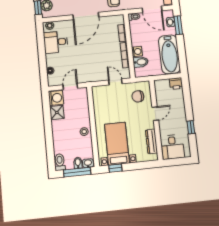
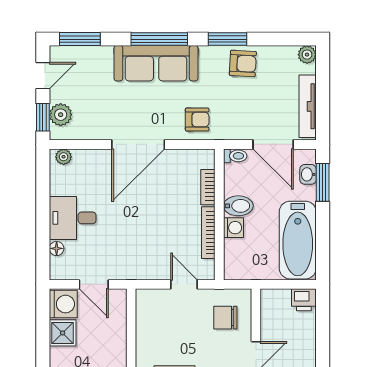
desk: (56, 42) -> (73, 218), moved
bidet: (141, 62) -> (238, 206), moved
door: (70, 87) -> (94, 284), swing flipped

